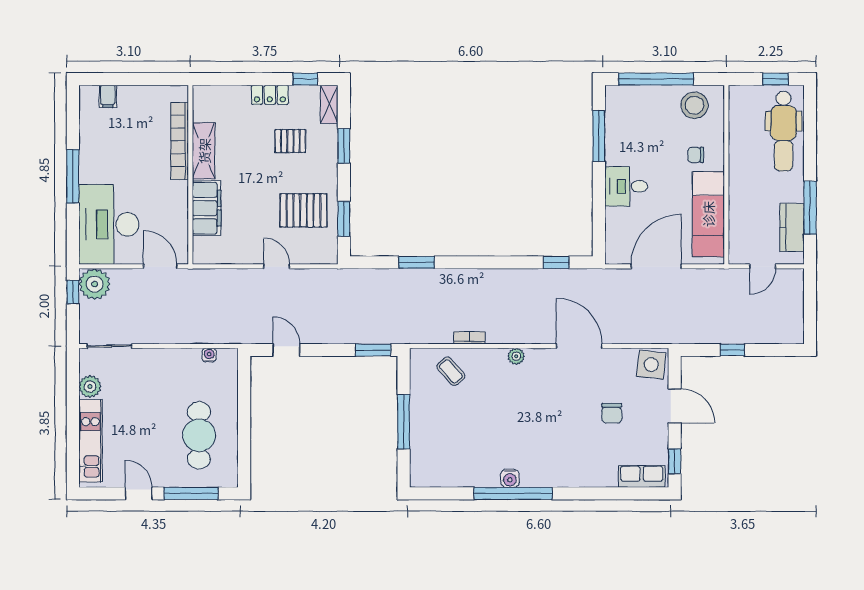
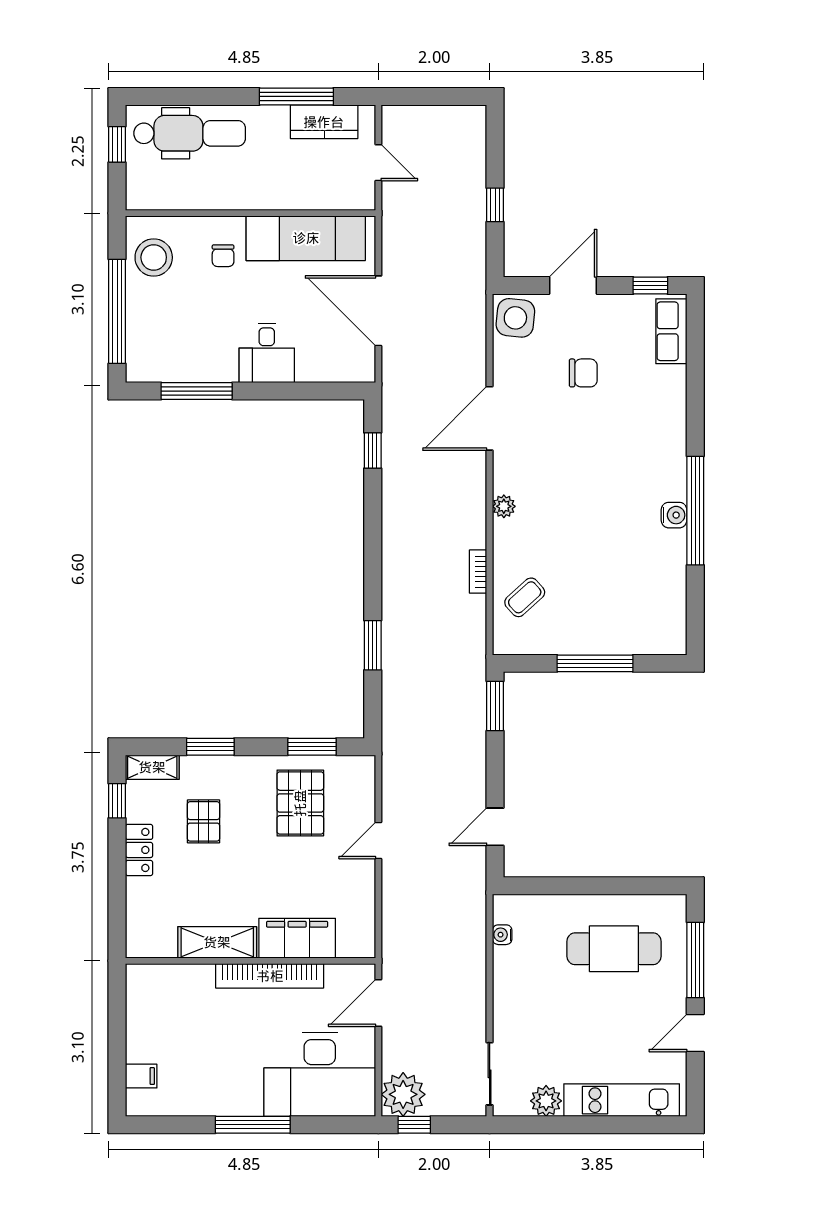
bookcase: (180, 141) -> (270, 976), moved

